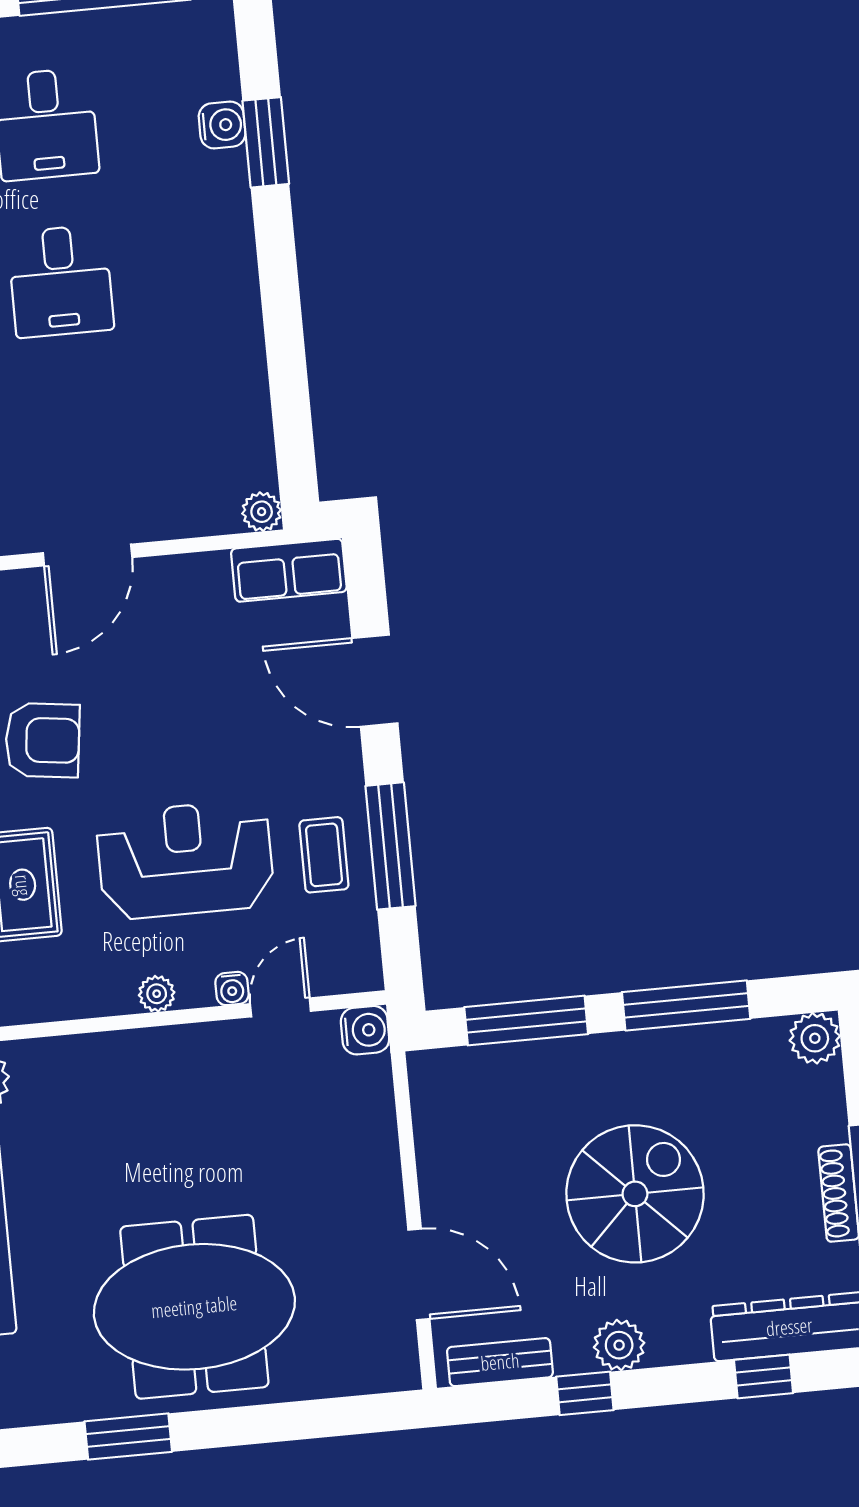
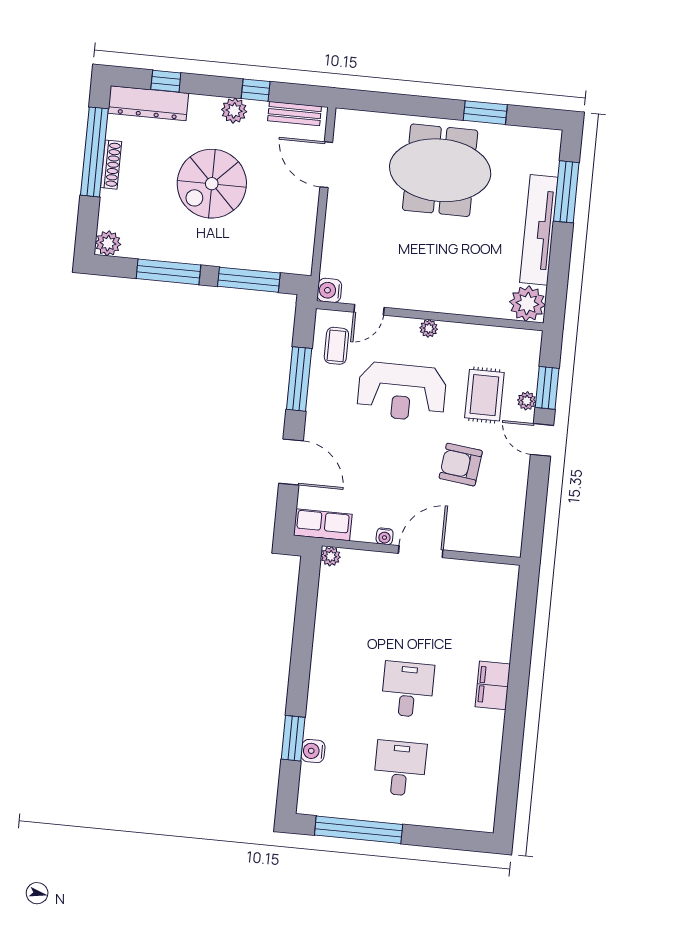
coffee table: (324, 855) -> (336, 346), moved
water cooler: (232, 989) -> (385, 536), moved, turned 180

